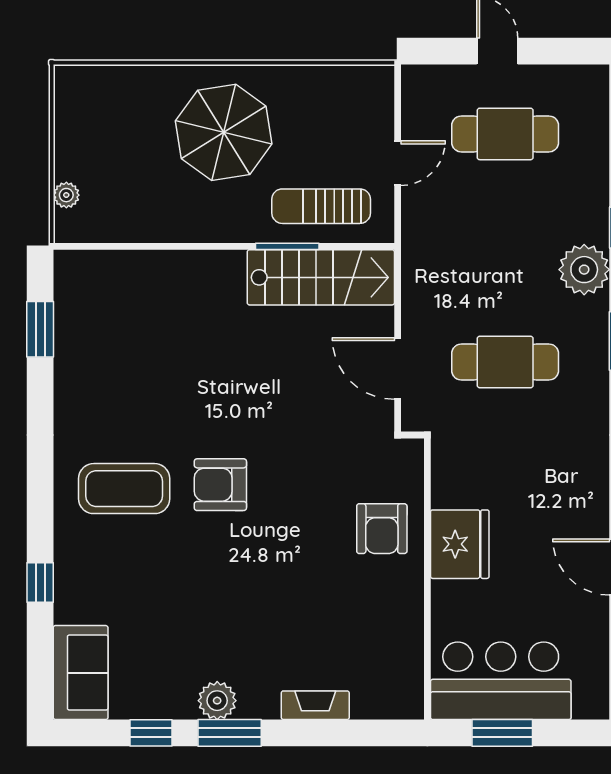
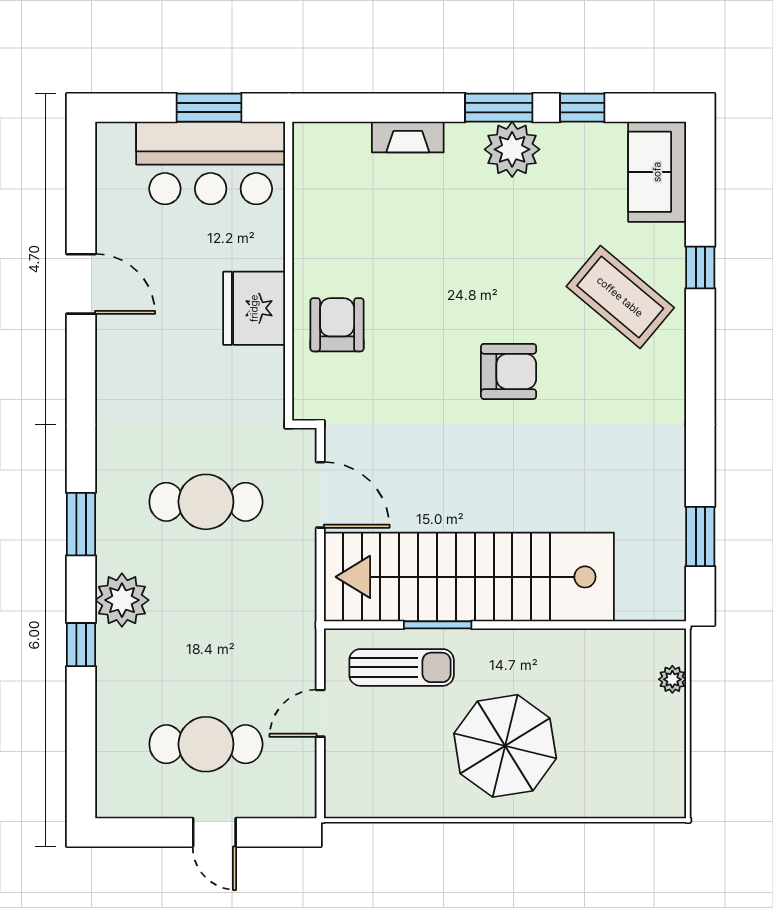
stairs: (321, 277) -> (469, 577), width x1.86, depth x1.51
coffee table: (124, 489) -> (620, 297), moved, turned 40
plant: (217, 701) -> (512, 149), width x1.36, depth x1.36

